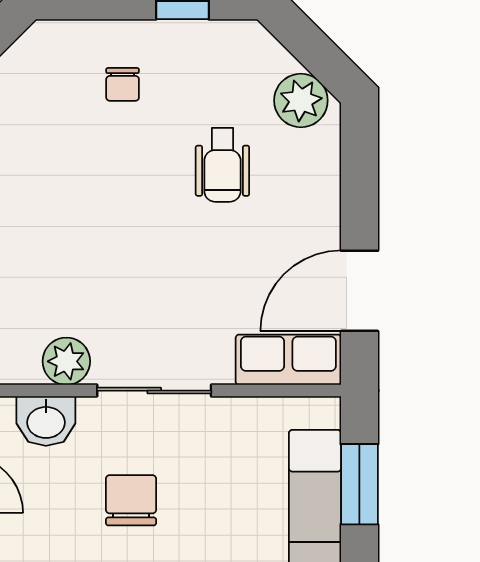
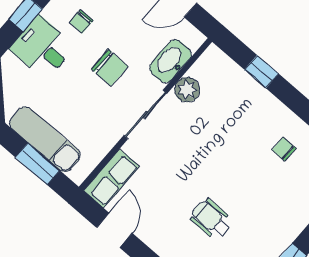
chair: (123, 84) -> (284, 149), moved
door: (359, 291) -> (114, 230), width x0.73
washbasin: (46, 421) -> (170, 61), width x1.38

